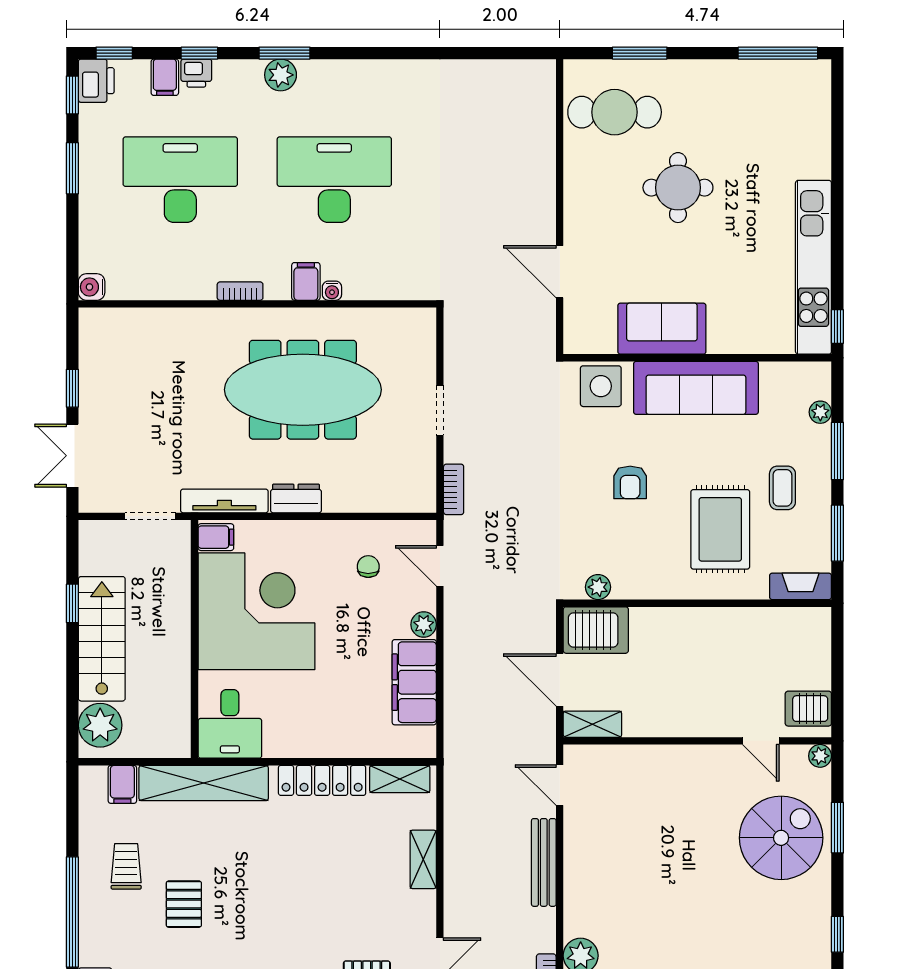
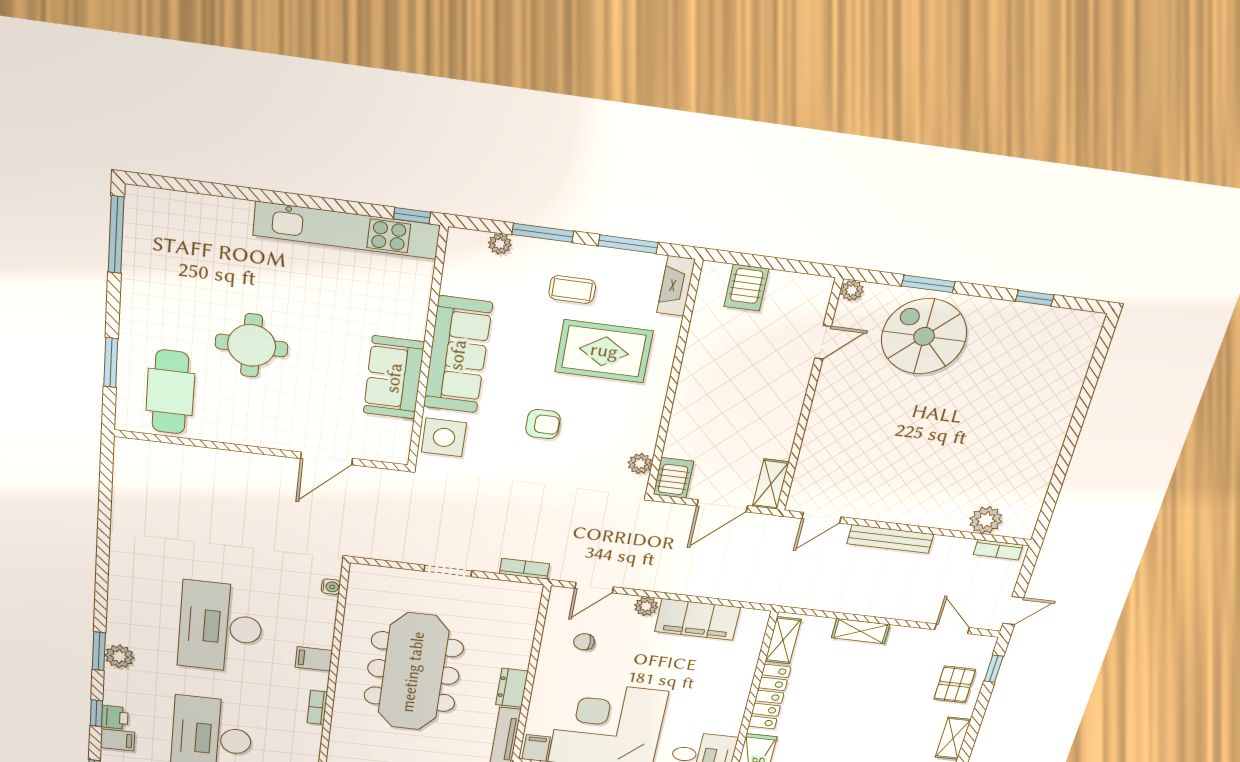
water cooler: (332, 291) -> (331, 587), moved
server rack: (596, 630) -> (673, 478), width x0.73, depth x0.70
server rack: (808, 709) -> (746, 288), moved

